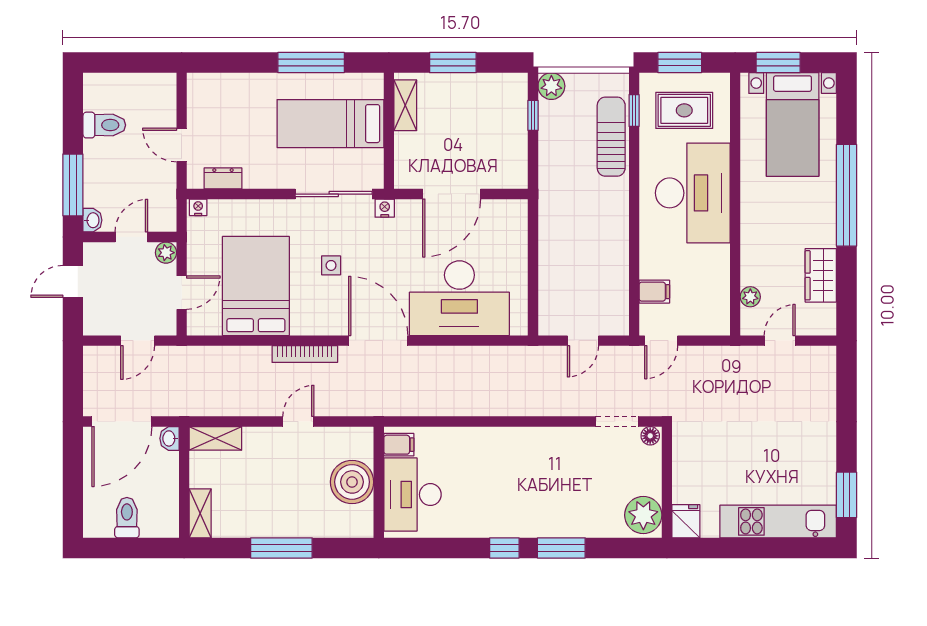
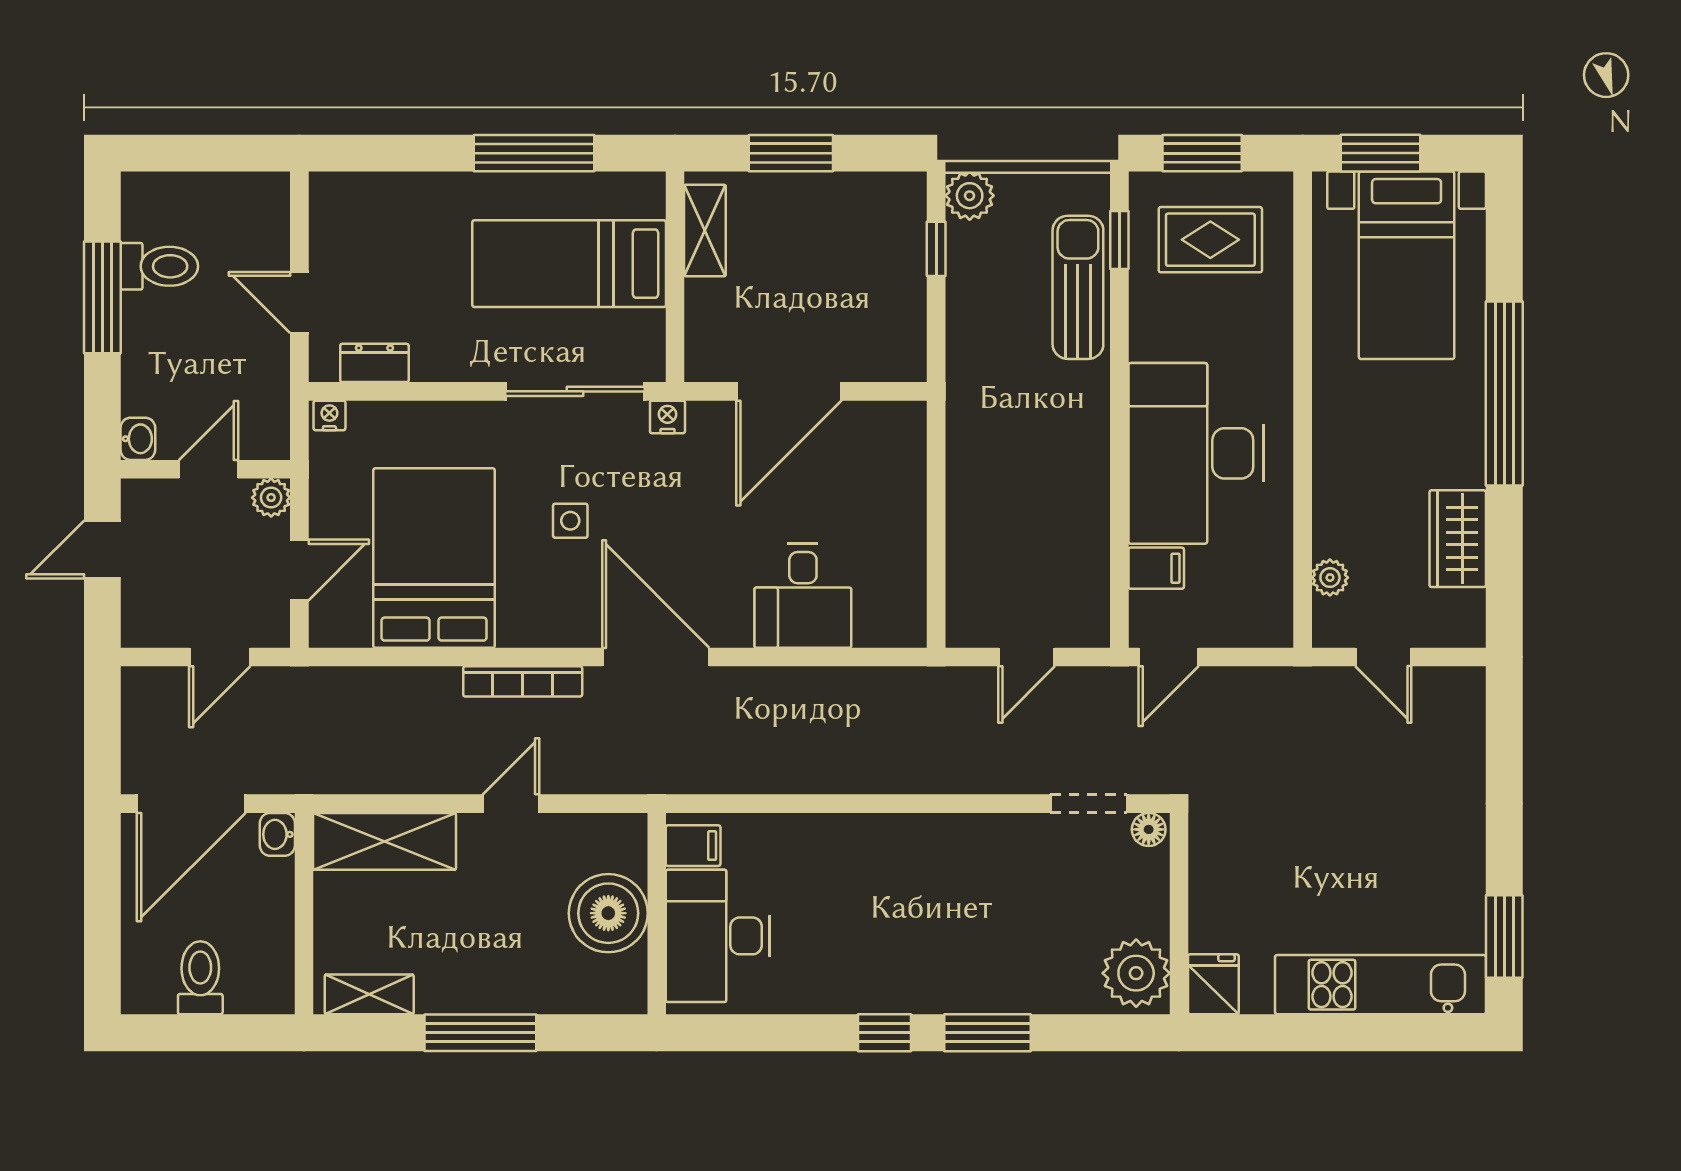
window: (73, 185) -> (102, 297), moved
desk: (693, 193) -> (1196, 453), moved, turned 180
desk: (459, 298) -> (803, 596), width x0.53, depth x0.77
door: (780, 341) -> (1383, 657), swing flipped
shelving: (215, 438) -> (385, 841), width x1.50, depth x1.33
shelving: (200, 513) -> (369, 994), moved, turned 90

